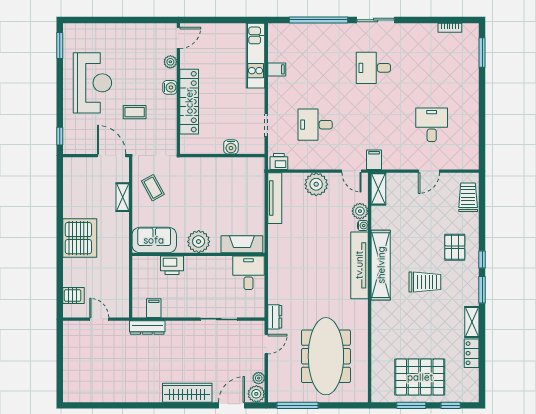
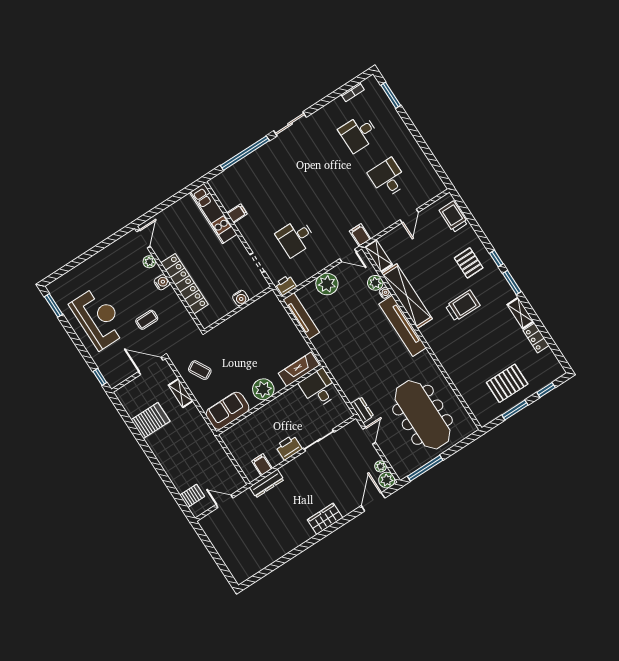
desk: (373, 68) -> (359, 133), moved
server rack: (80, 238) -> (150, 421), moved, width x0.62
printer: (172, 265) -> (289, 447), moved, turned 180
shelving: (381, 265) -> (407, 296), moved
pallet: (420, 377) -> (507, 383), width x0.73, depth x0.71
wardrobe: (187, 393) -> (325, 519), width x0.67

